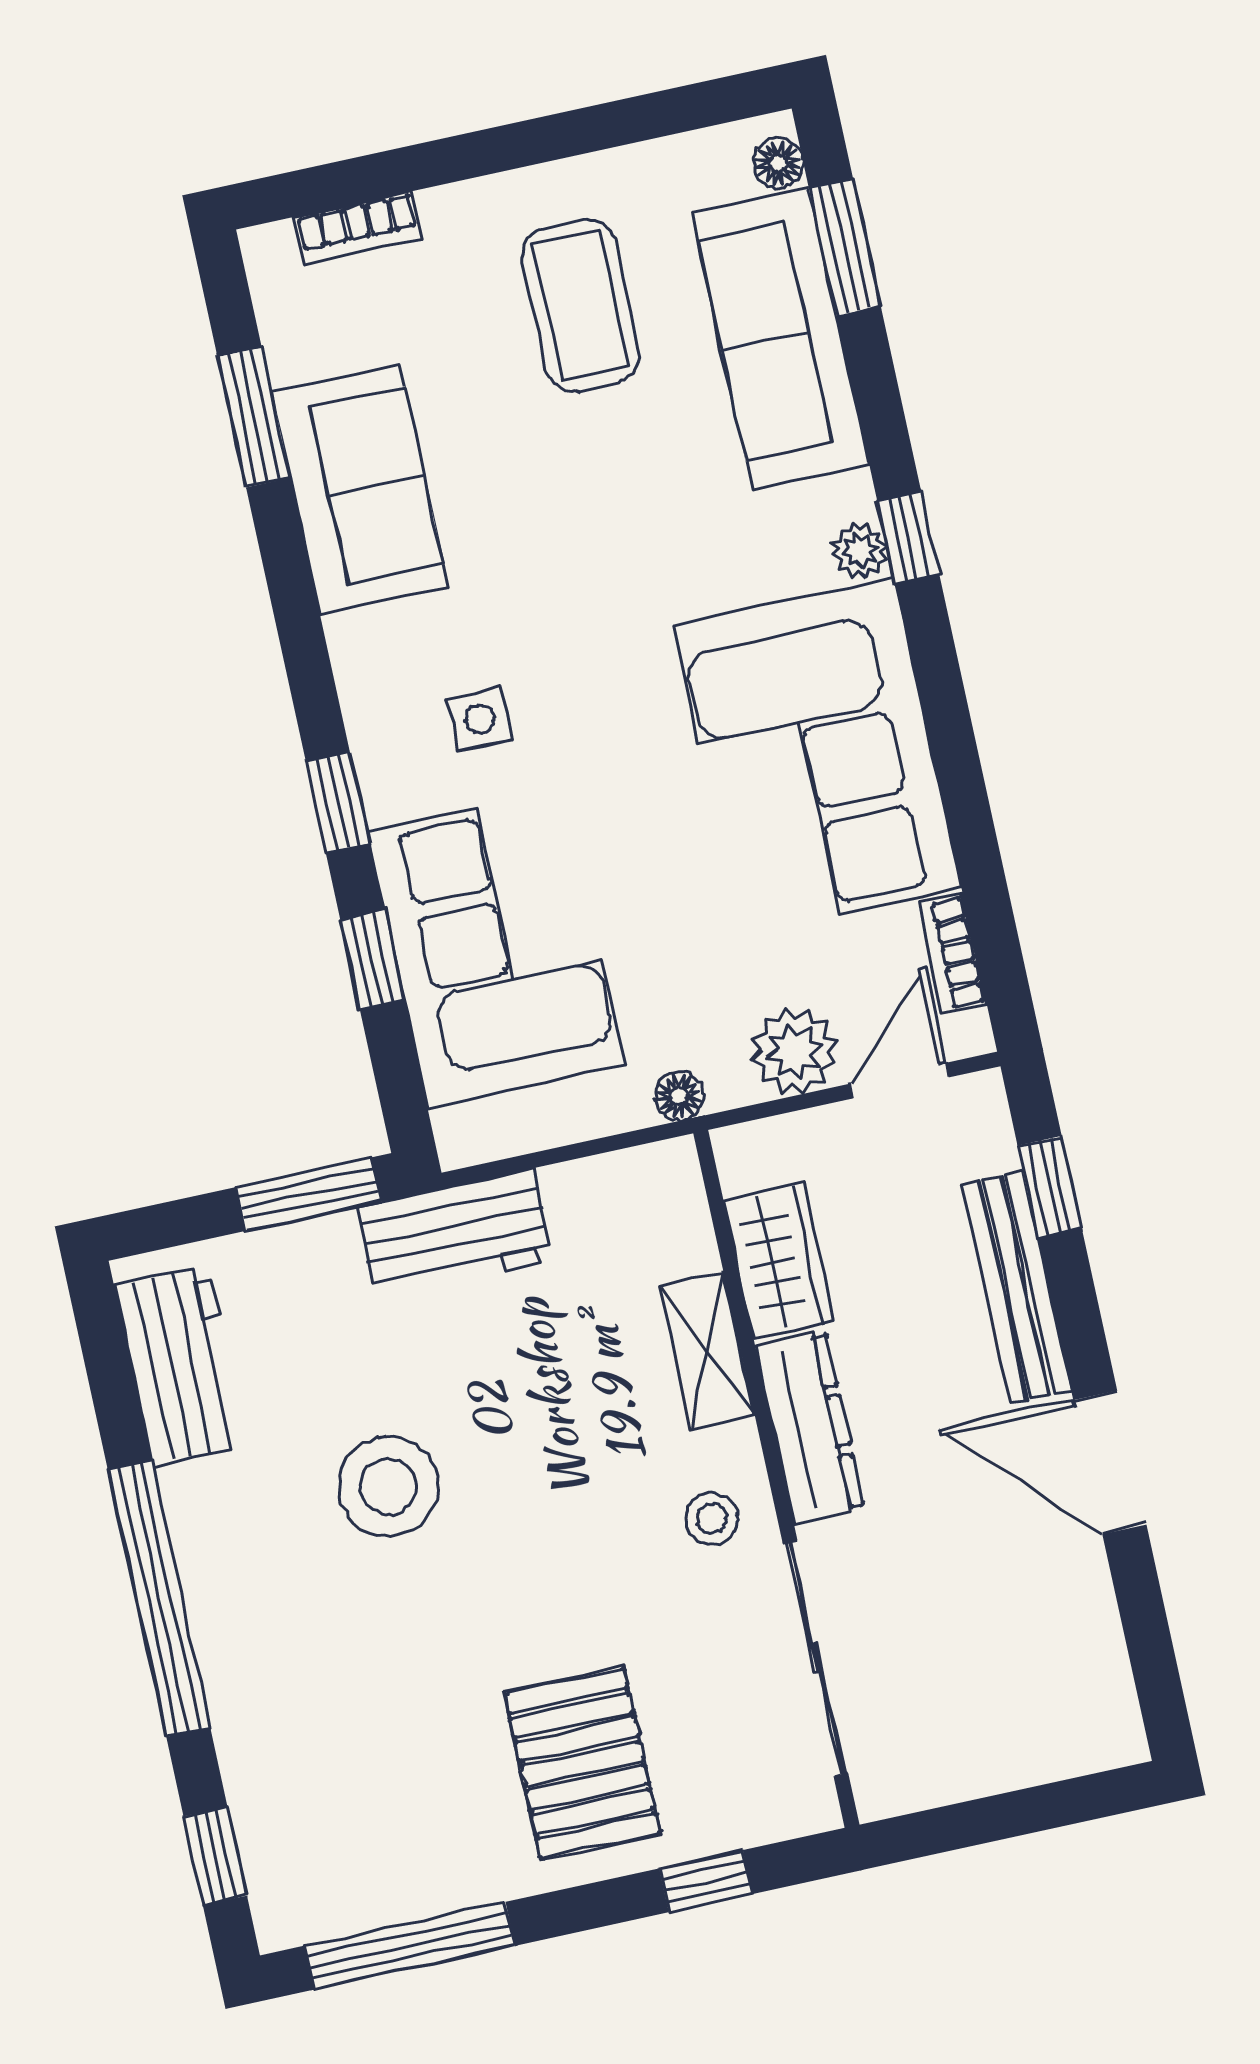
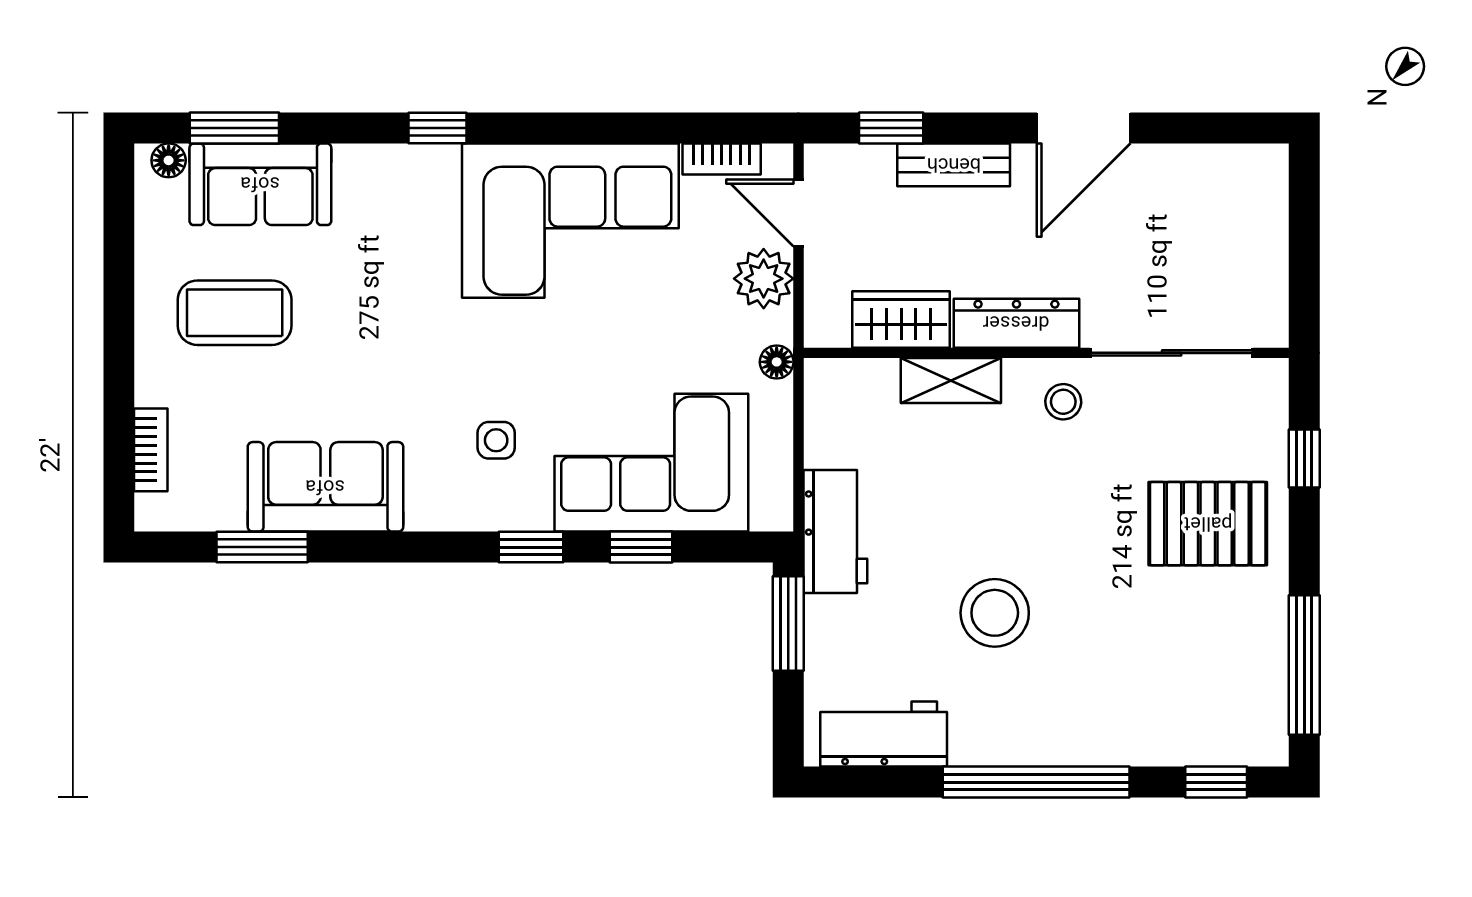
sofa: (780, 338) -> (260, 184), width x0.73
plant: (859, 550) -> (439, 162), removed
bench: (1017, 1288) -> (954, 165), width x0.73

